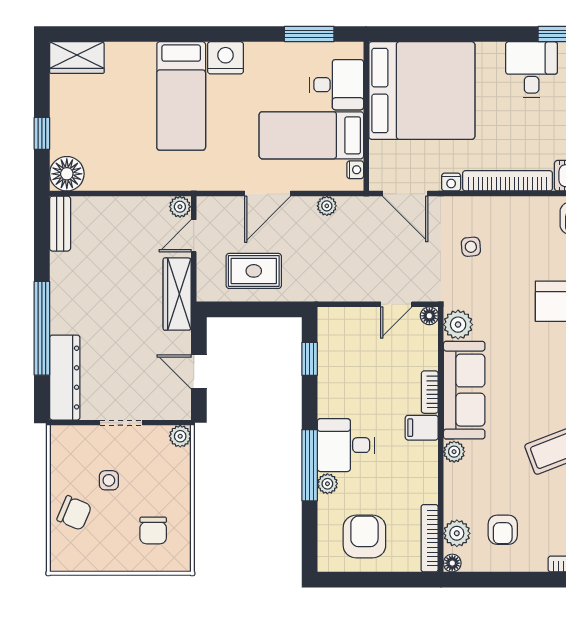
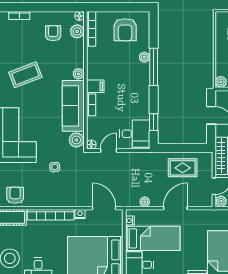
side table: (471, 247) -> (55, 167), moved
desk: (346, 445) -> (135, 134), moved

